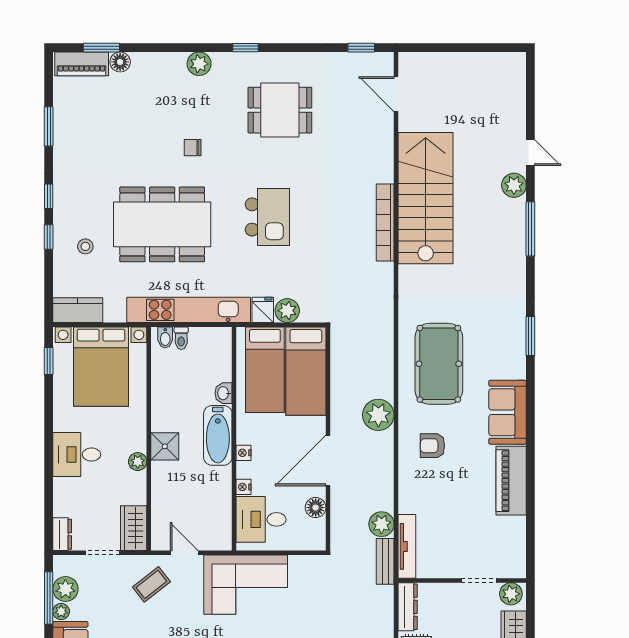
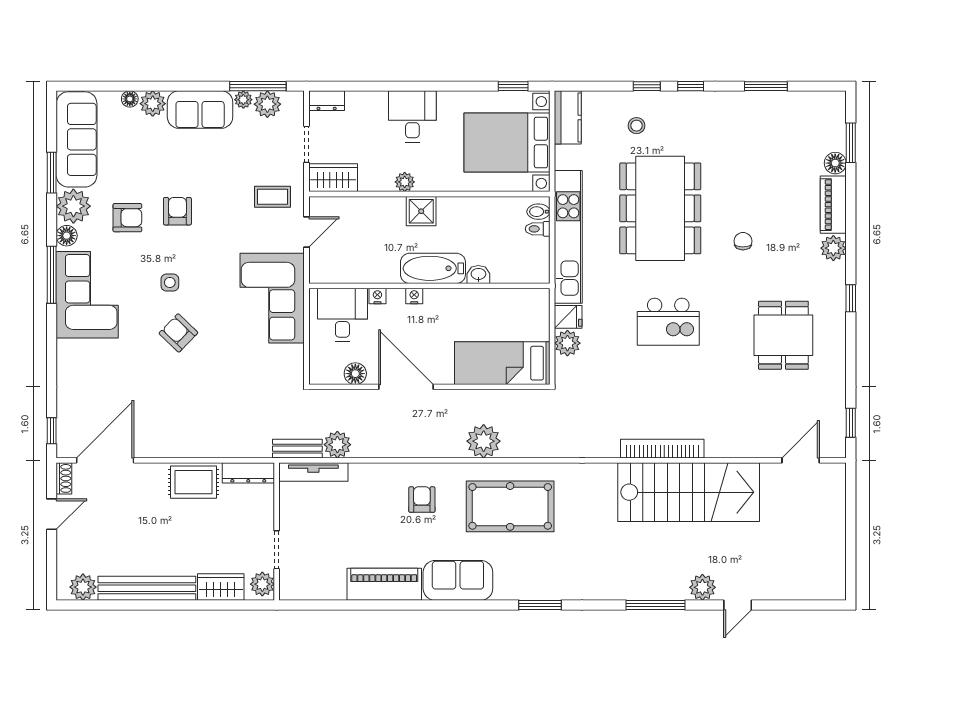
piano: (82, 64) -> (833, 205), moved
bed: (265, 370) -> (504, 319), removed
plant: (378, 415) -> (484, 441), moved
coffee table: (151, 584) -> (272, 197), turned -52

